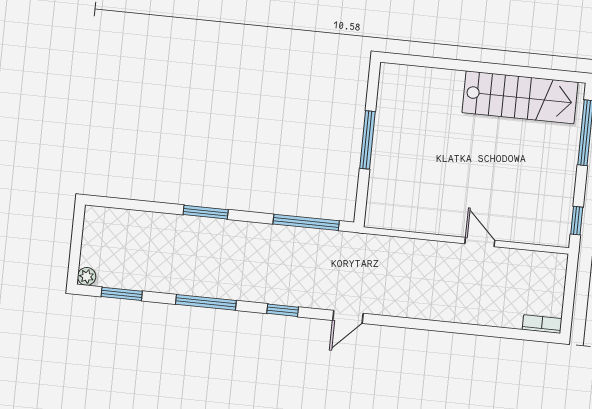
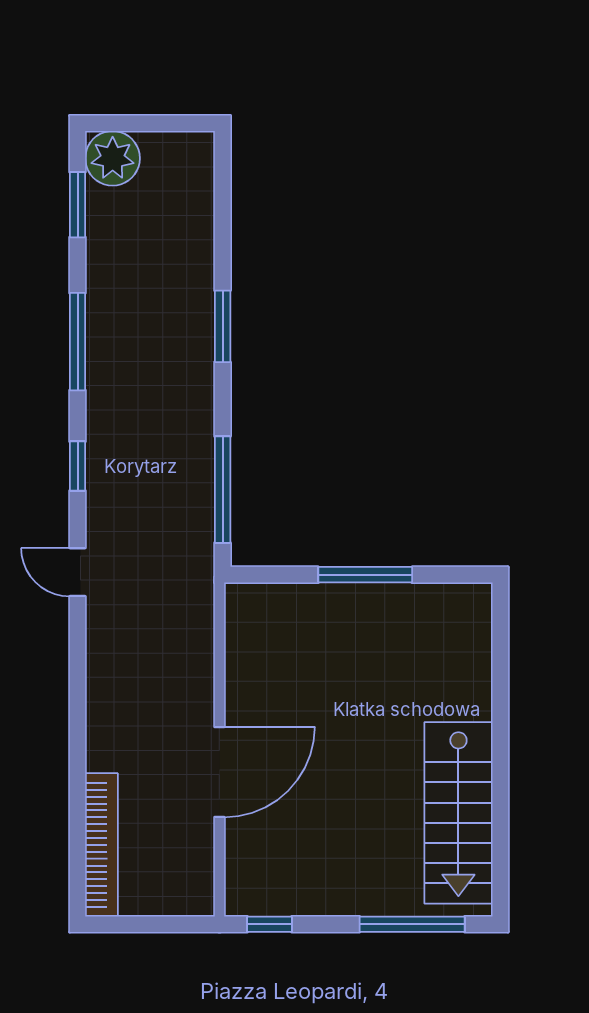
door: (480, 242) -> (219, 772), width x1.88
plant: (87, 276) -> (113, 158), width x1.88, depth x1.88
bookcase: (542, 324) -> (101, 845), width x2.31, depth x1.31

